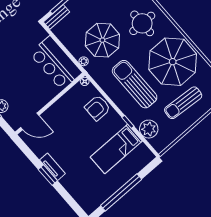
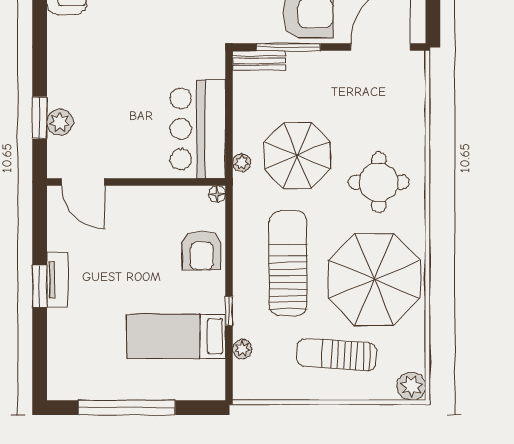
armchair: (98, 108) -> (202, 250), turned -90
plant: (149, 129) -> (242, 349), width x0.53, depth x0.53

